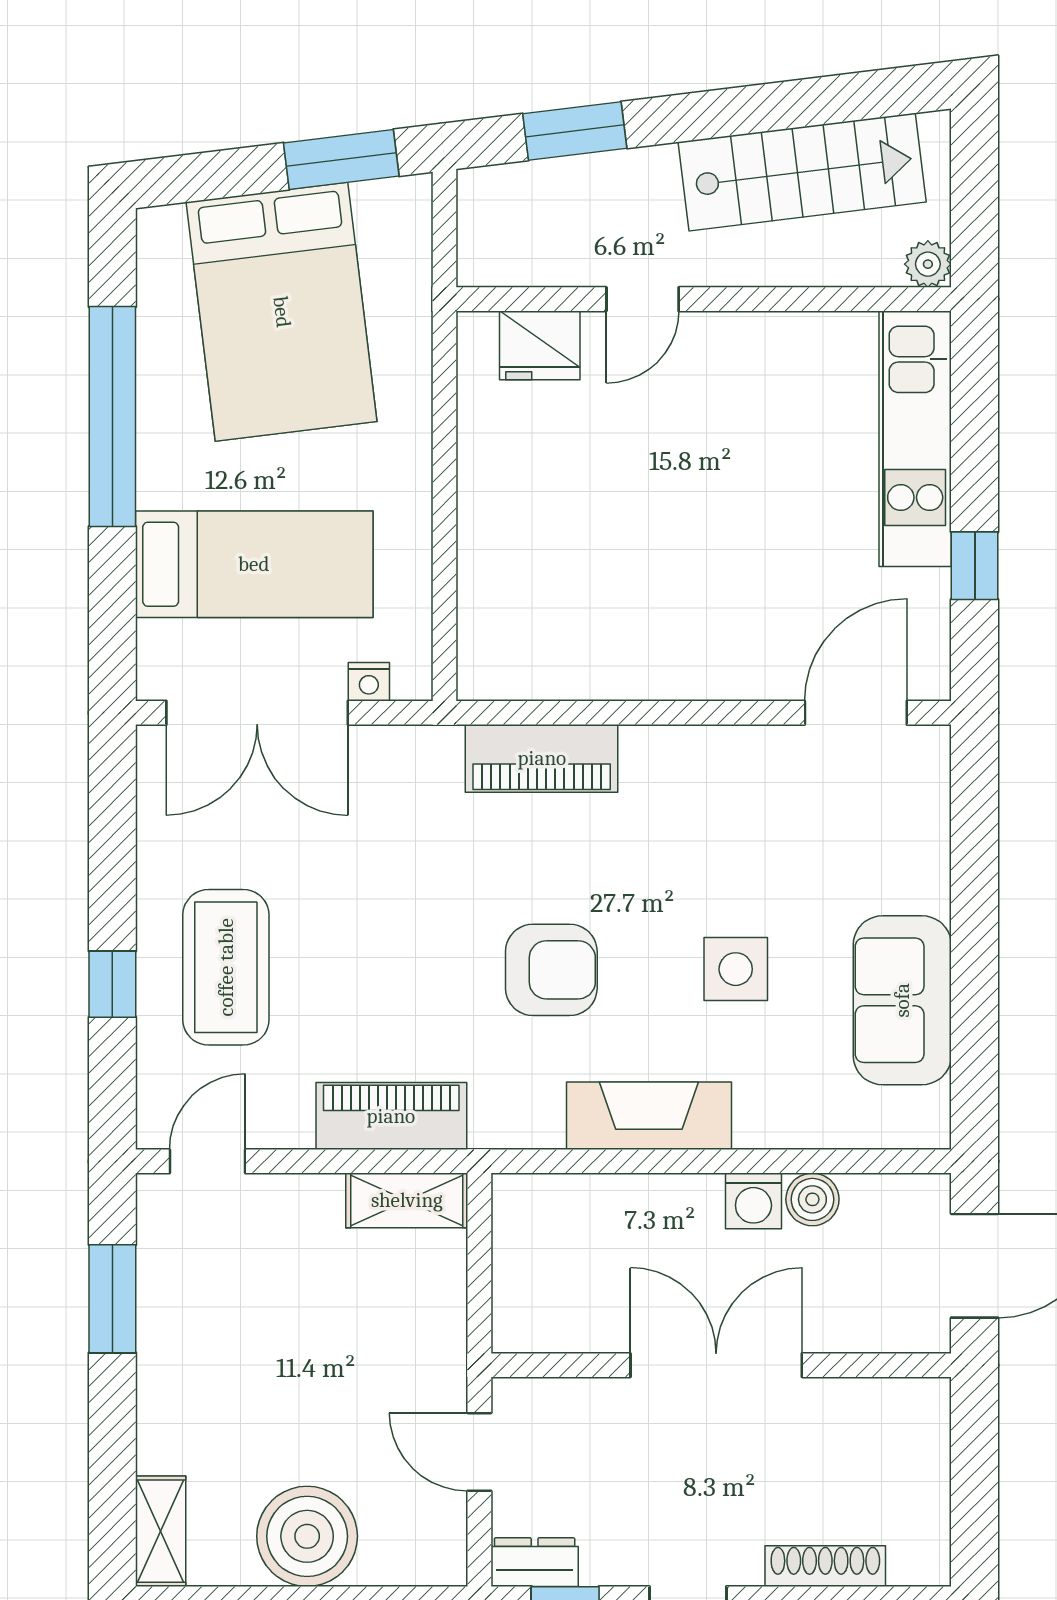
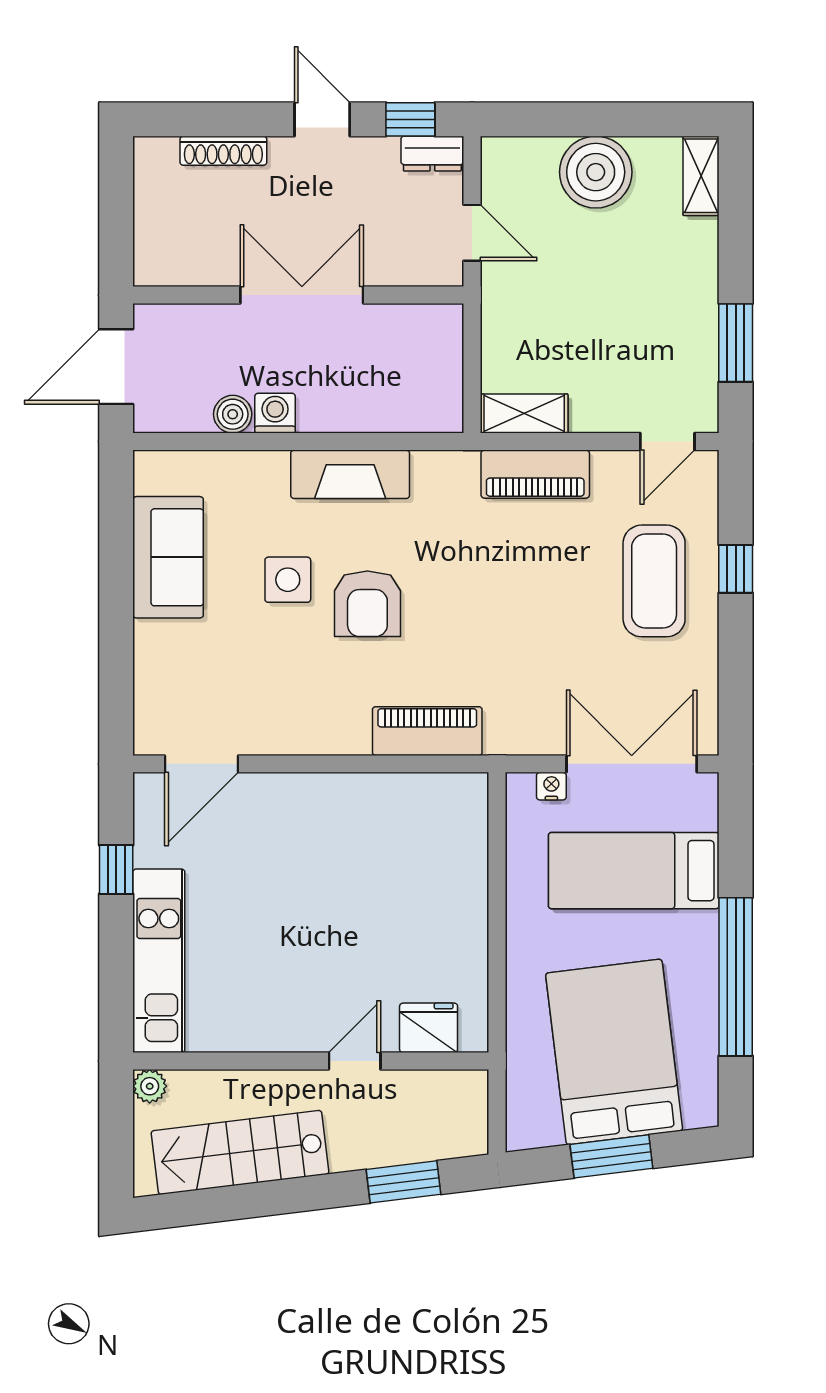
window: (341, 160) -> (611, 1156), moved
armchair: (551, 970) -> (367, 604), moved, turned -90
double door: (716, 1365) -> (302, 295), swing flipped

